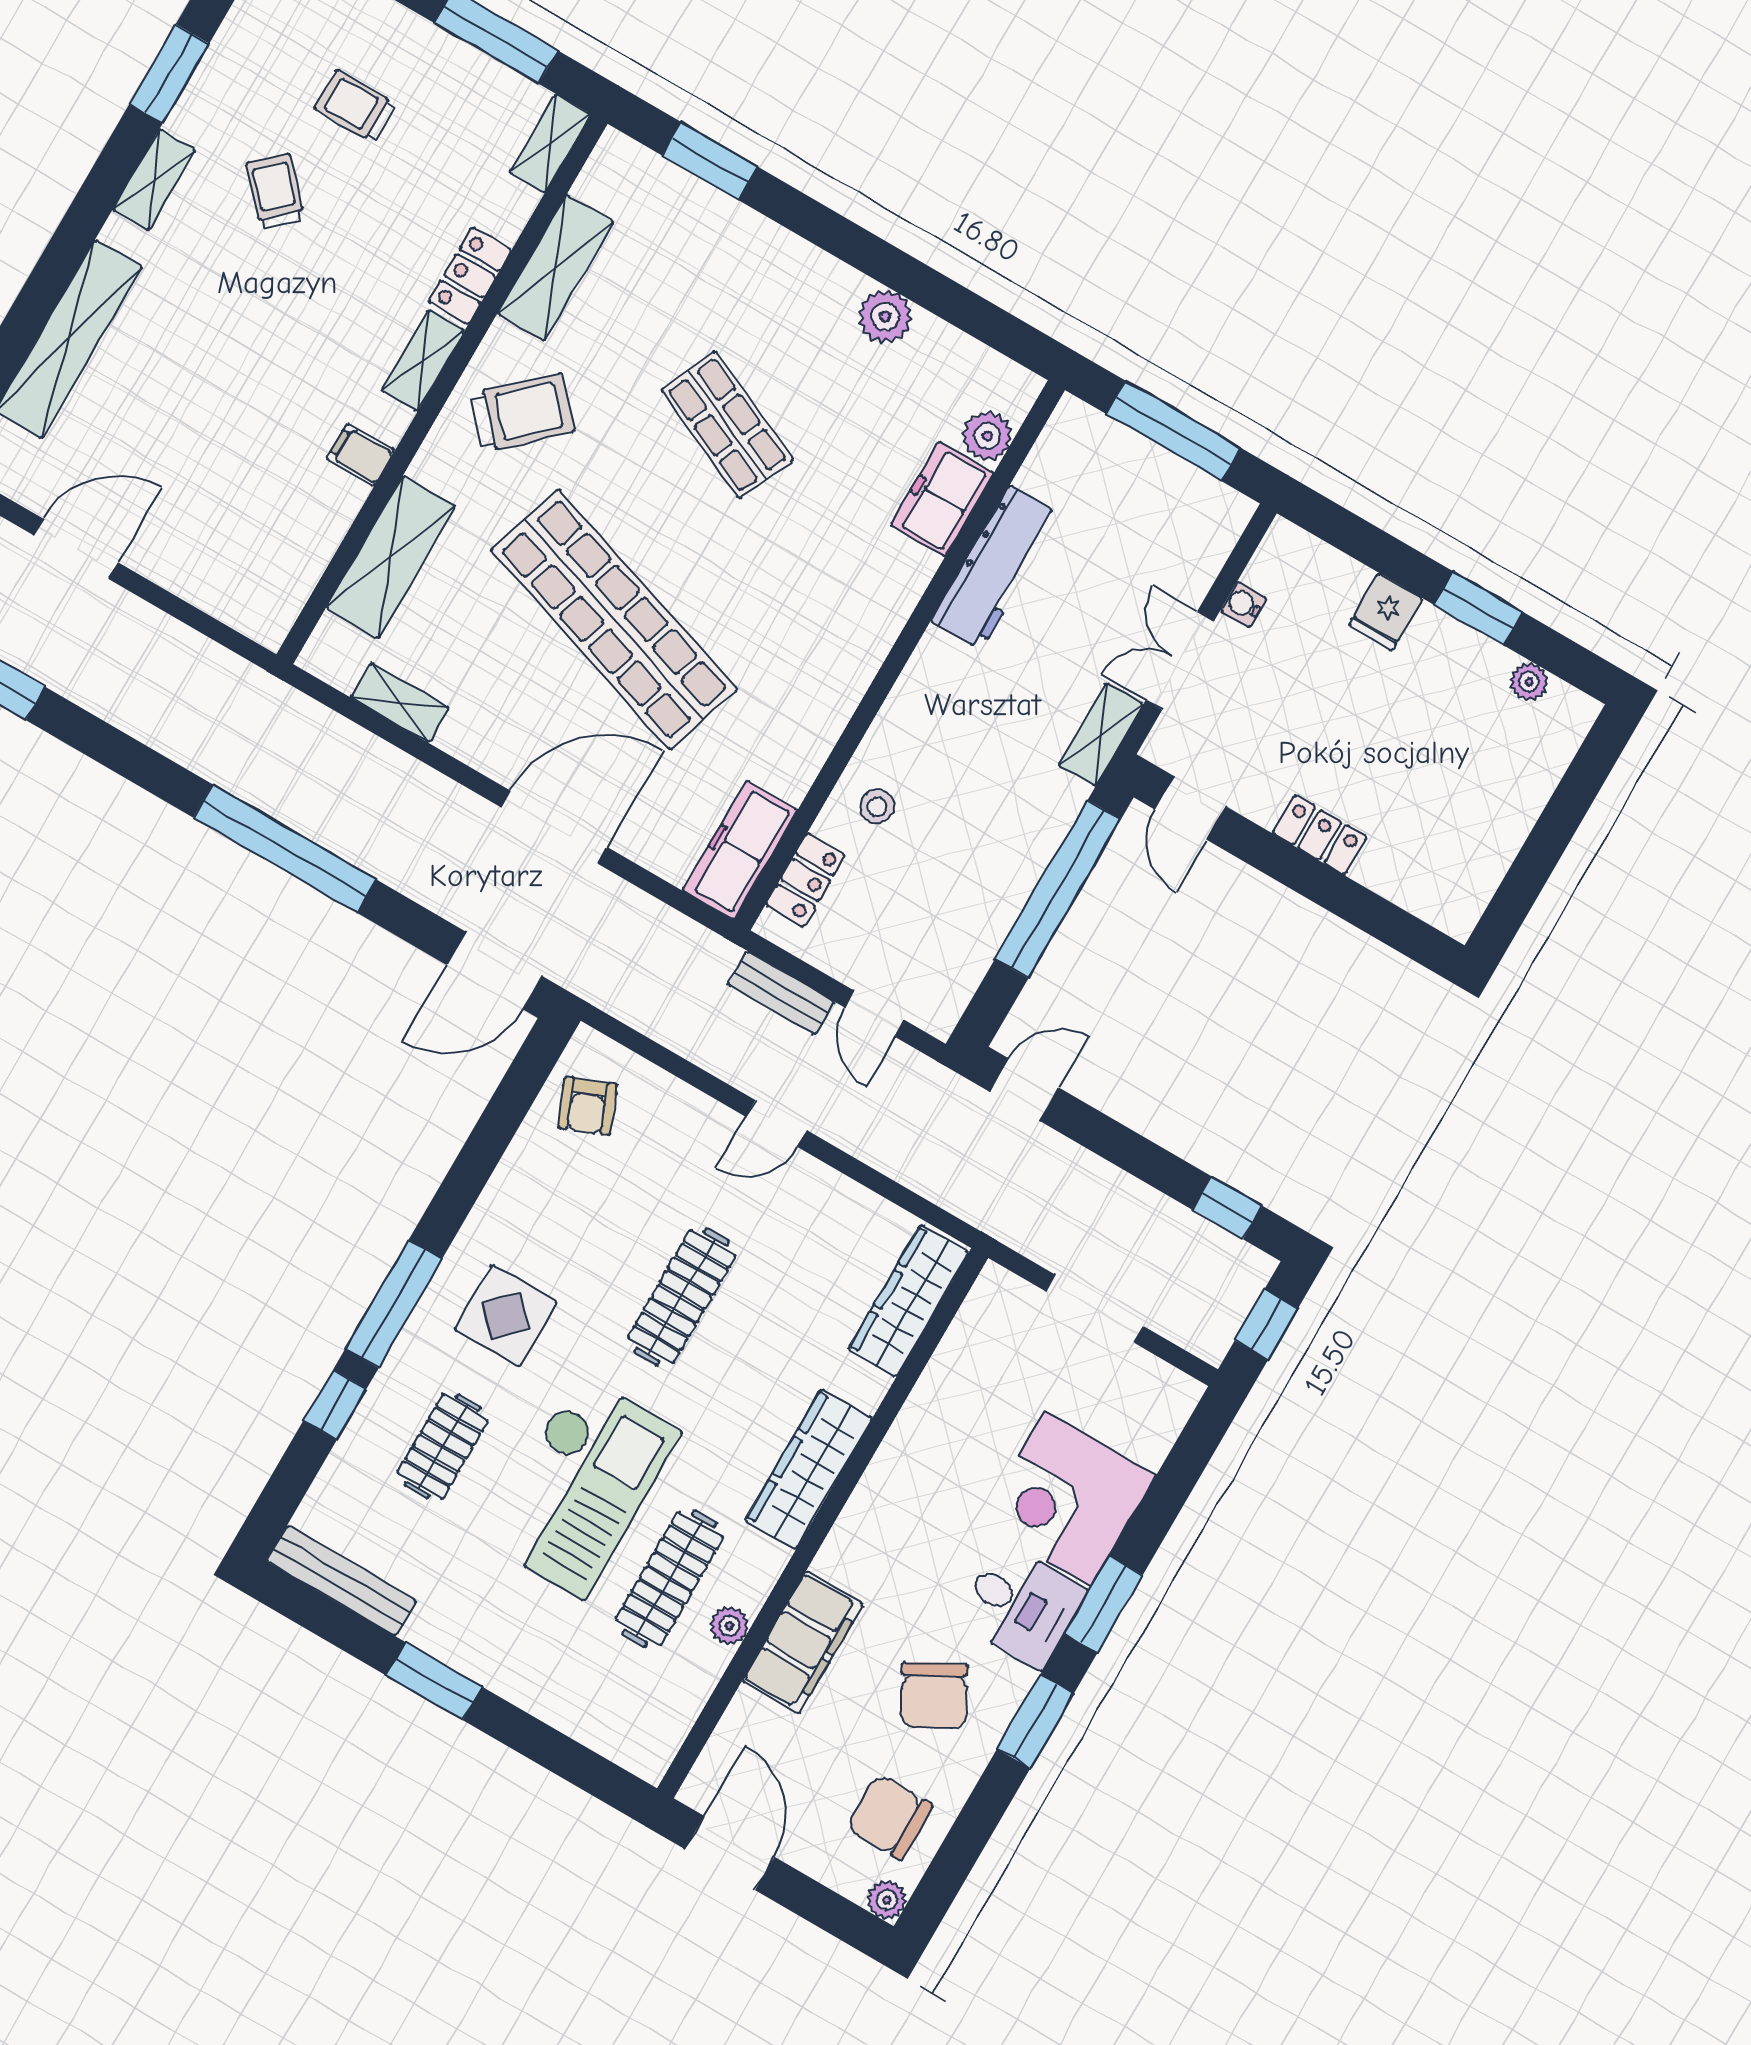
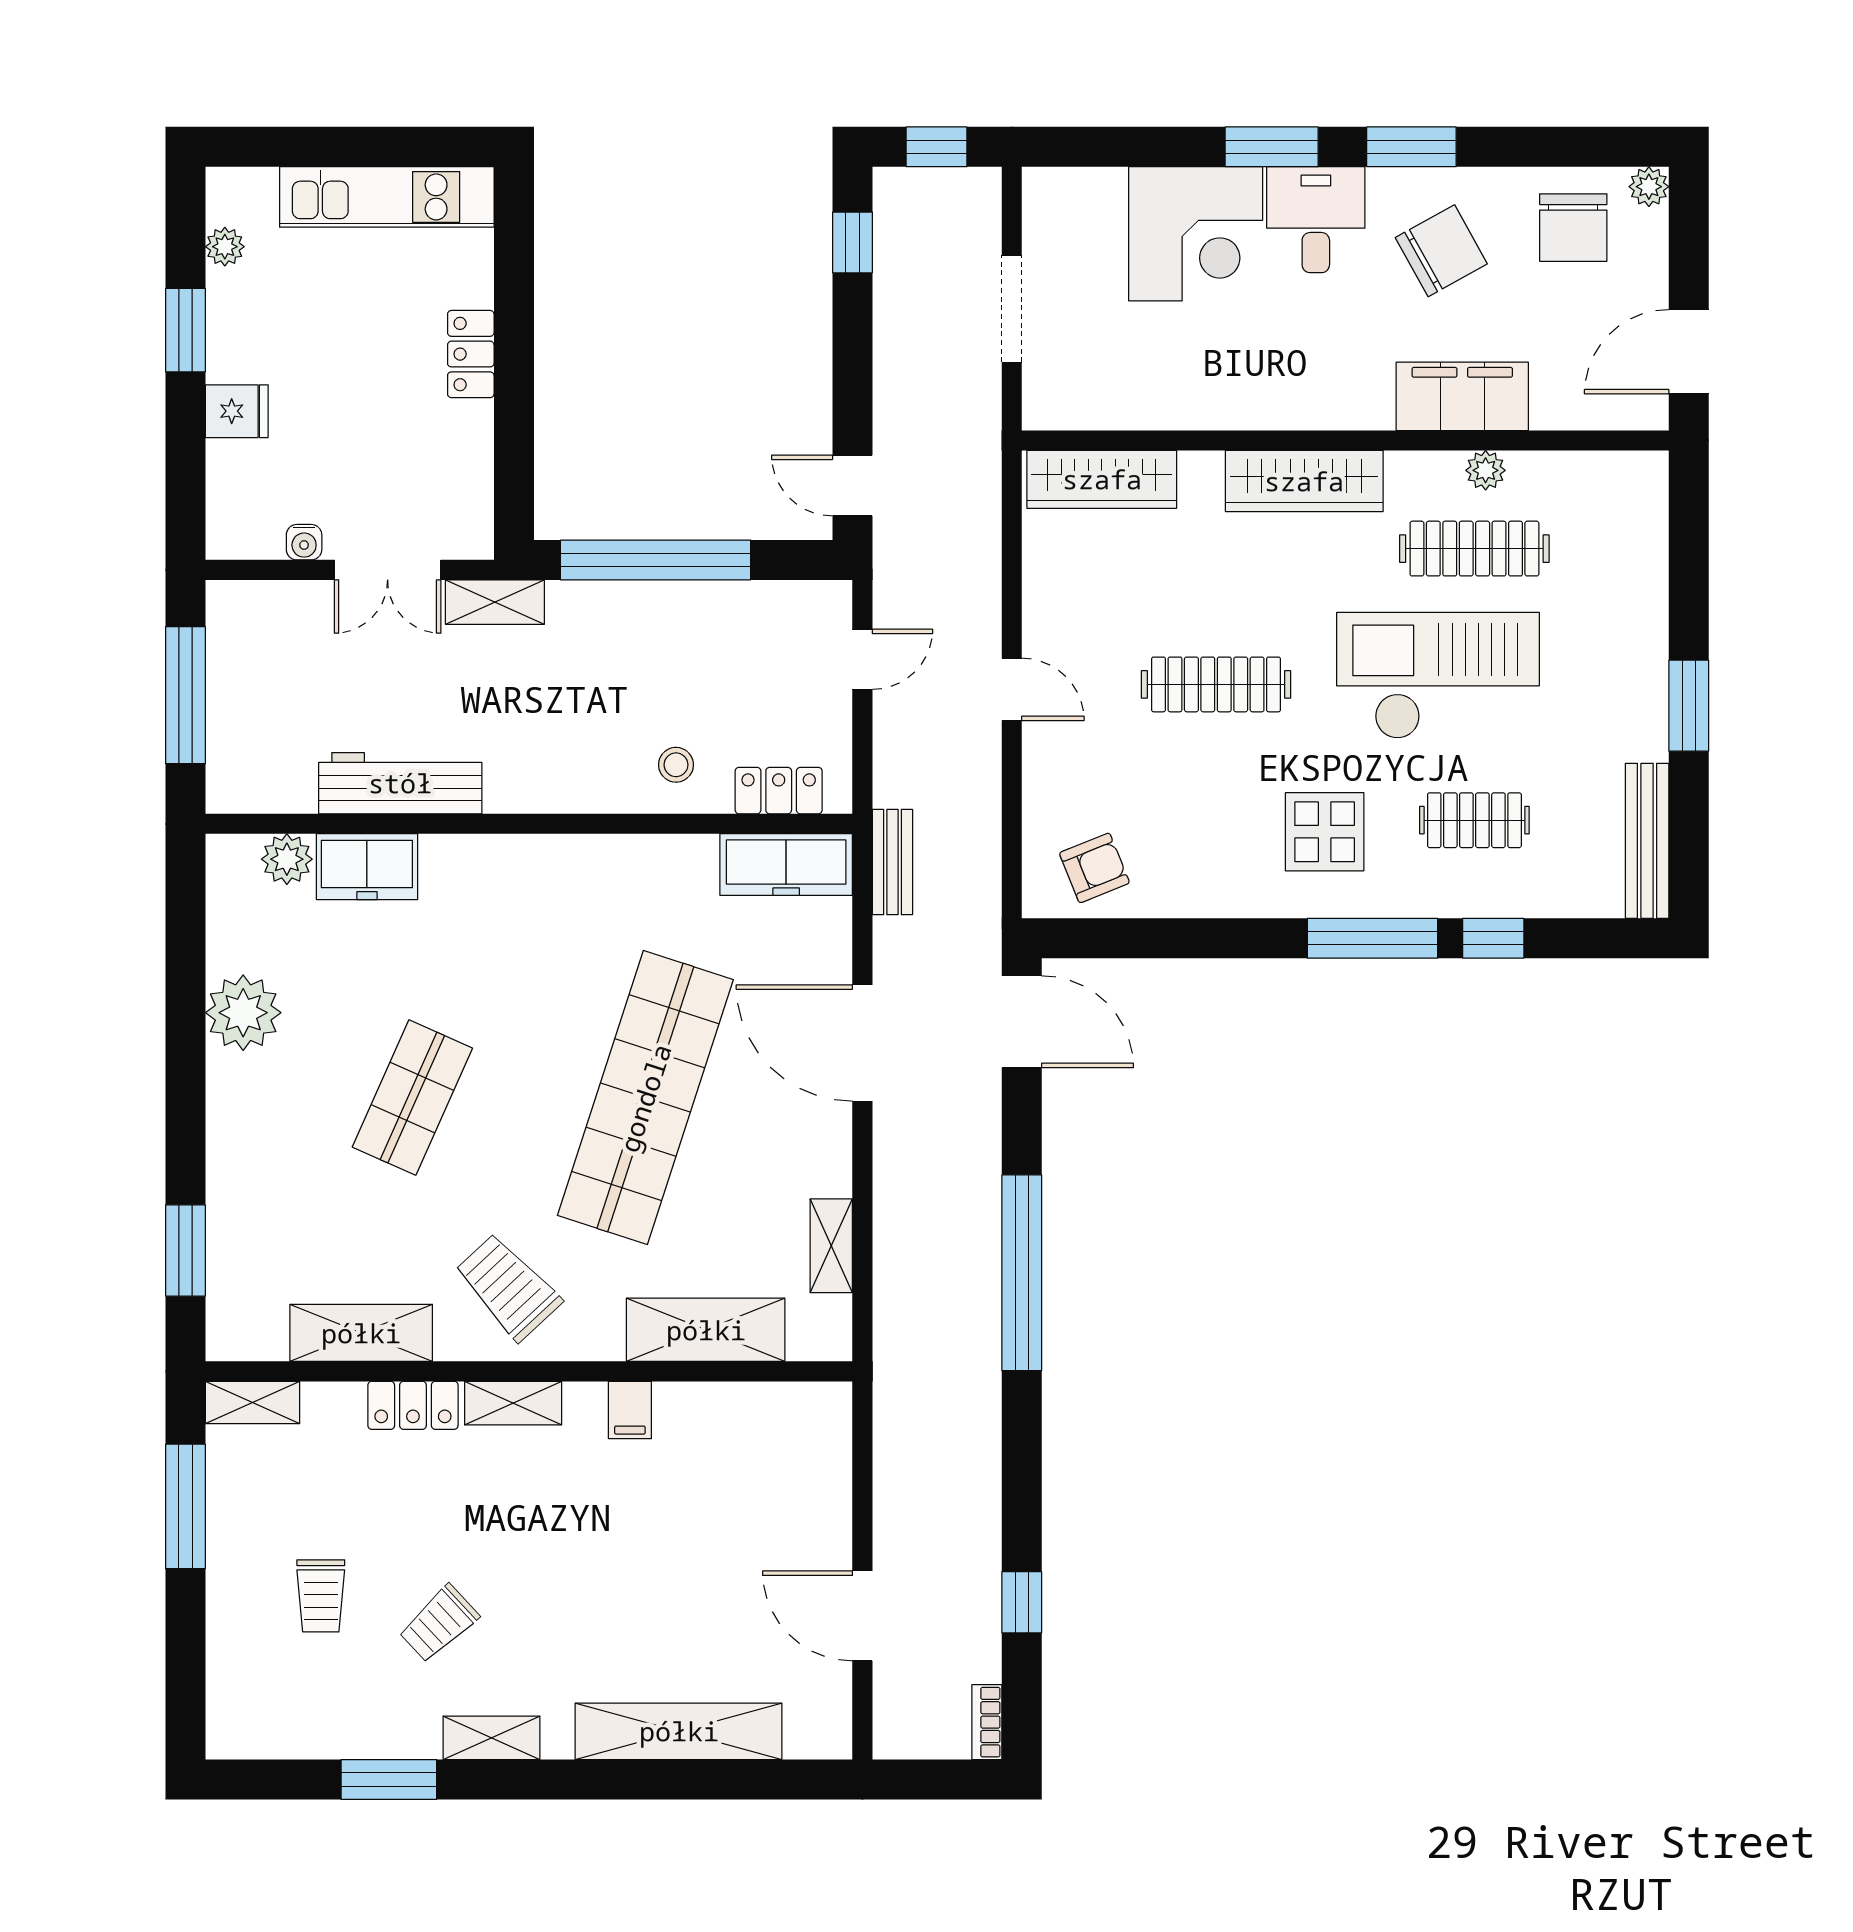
plant: (885, 316) -> (243, 1013), width x1.36, depth x1.36
door: (1190, 808) -> (514, 484), removed
kitchen unit: (1492, 841) -> (387, 197), added
bench: (781, 993) -> (892, 862), moved

